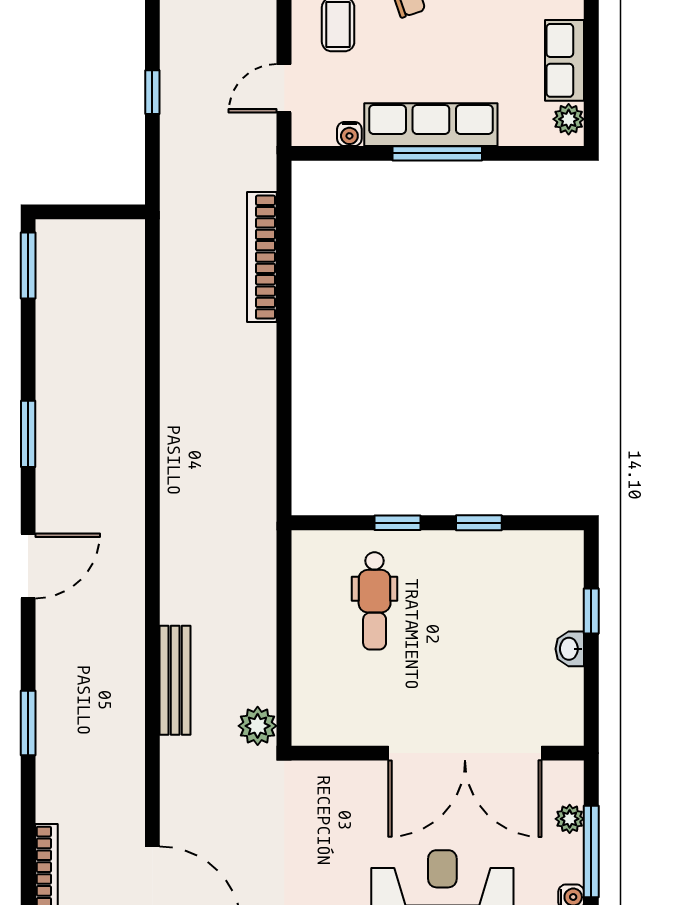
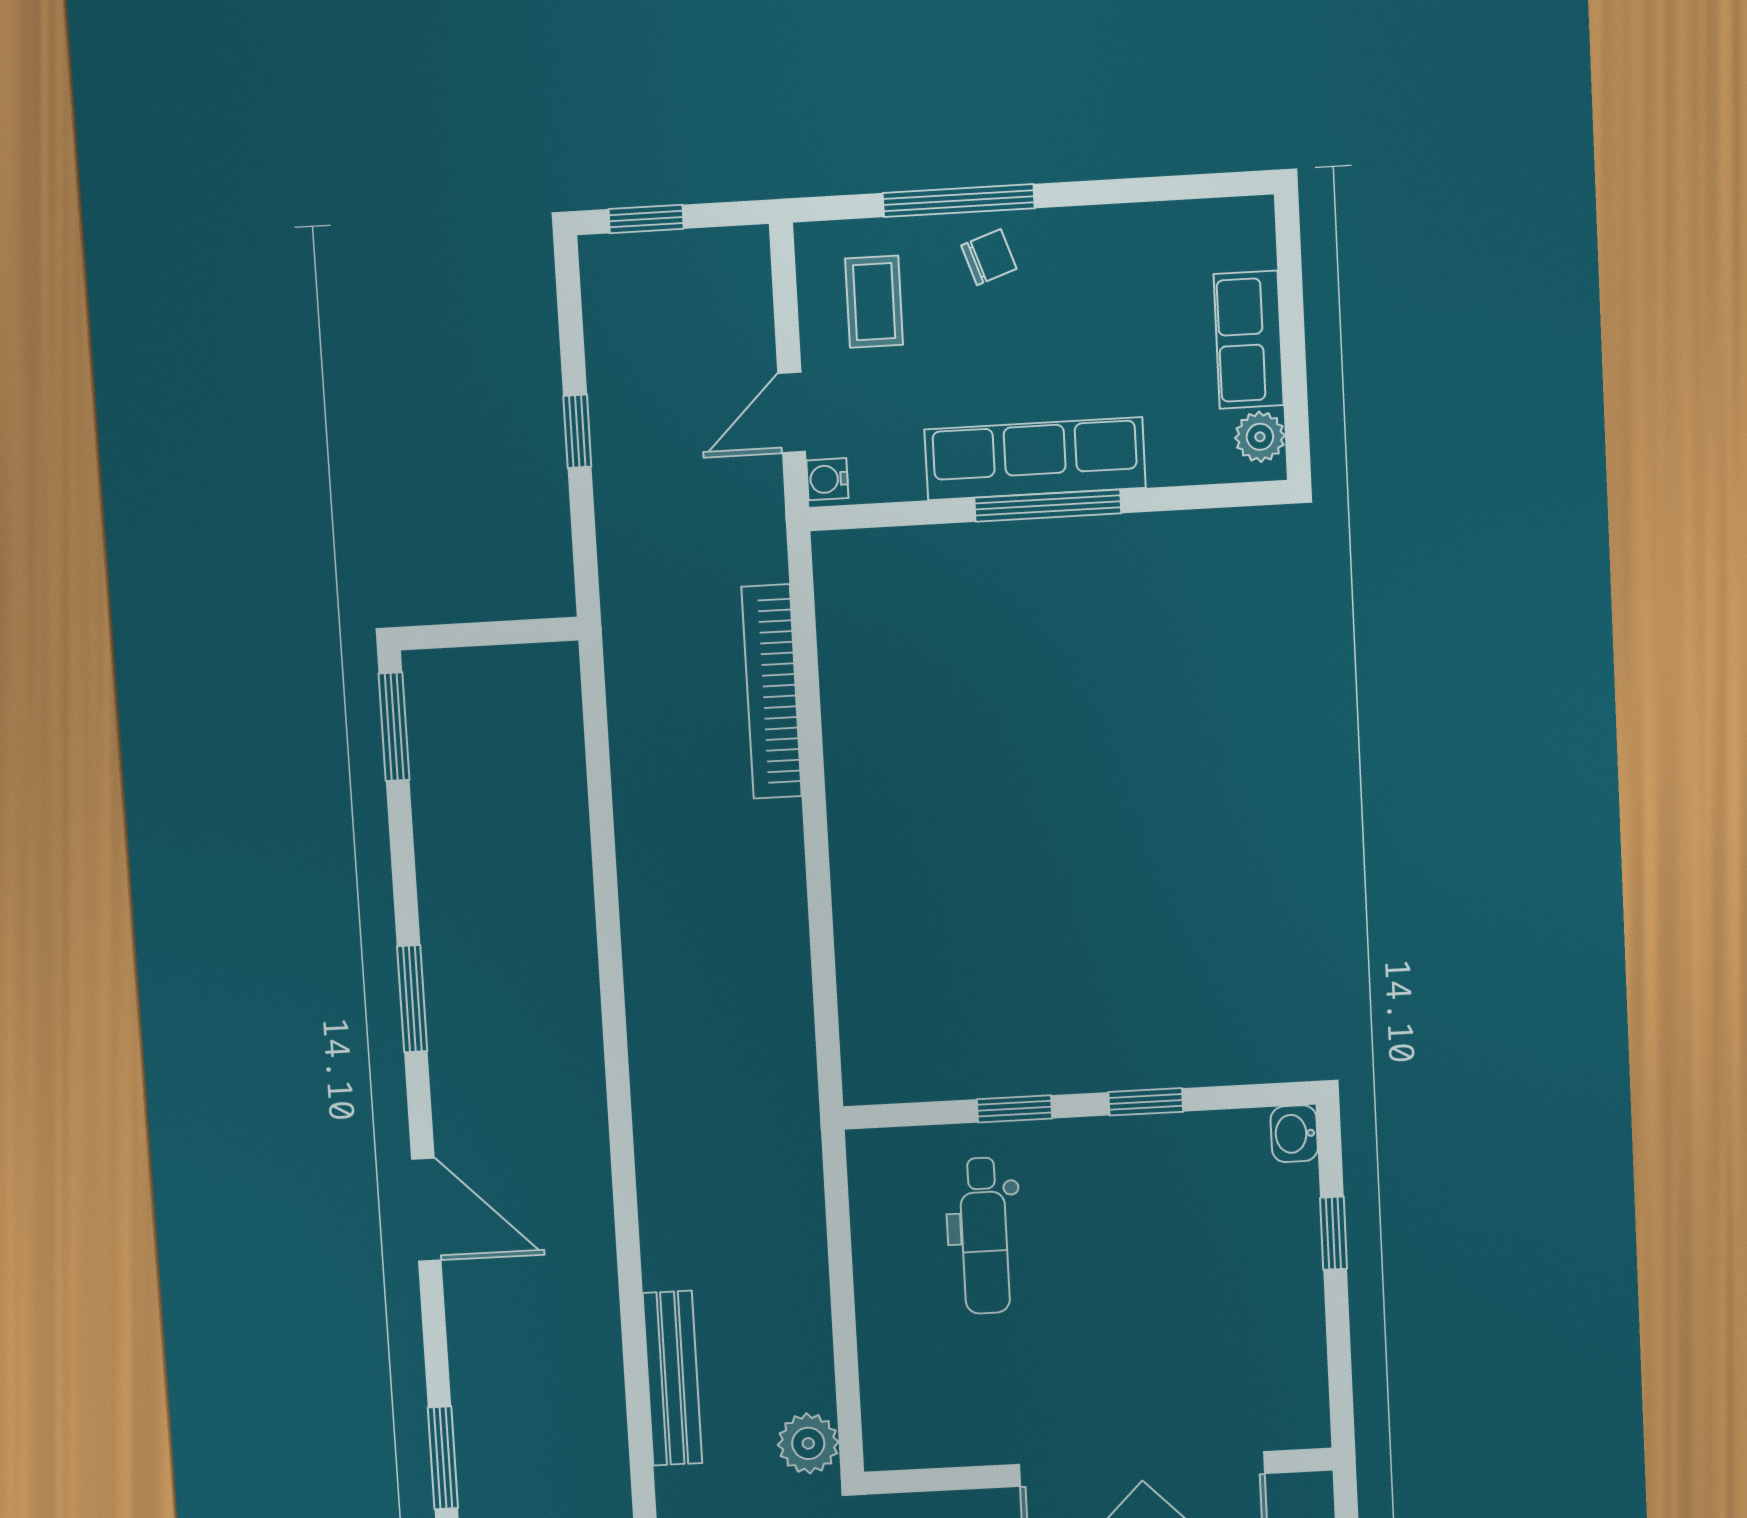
water cooler: (349, 134) -> (827, 479), moved, turned 90
door: (28, 566) -> (426, 1210), hinge flipped
washbasin: (570, 649) -> (1294, 1134), moved

